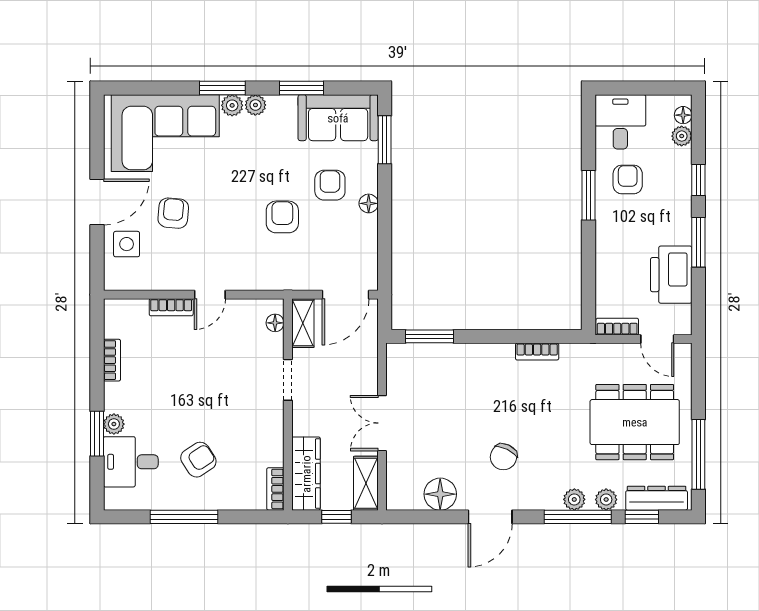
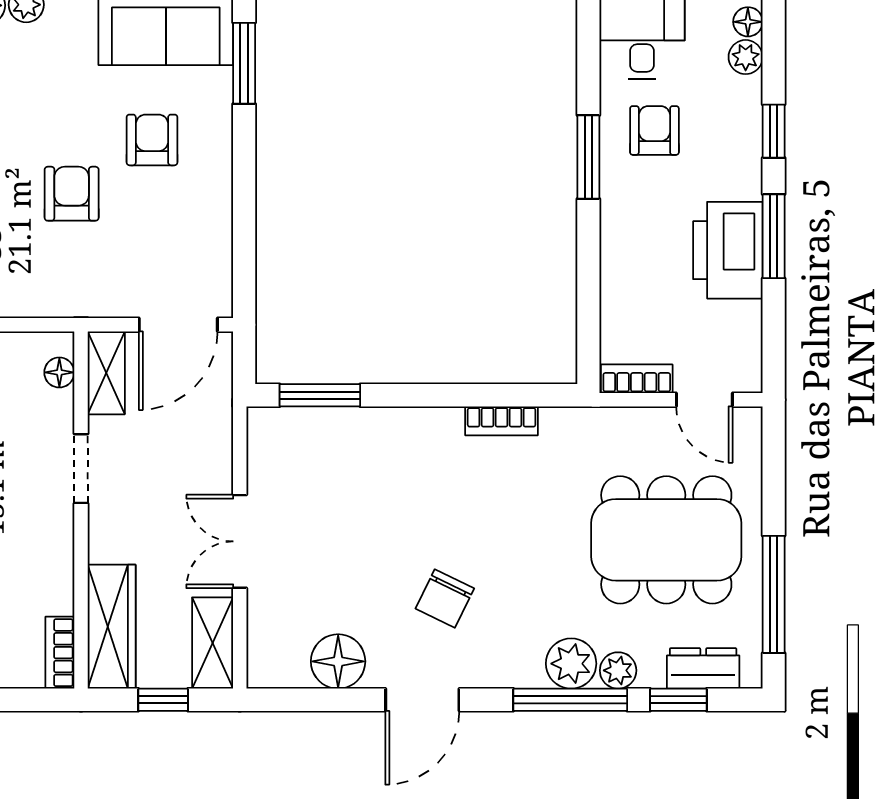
floor lamp: (369, 203) -> (217, 171), removed
printer: (671, 275) -> (728, 250), moved
dresser: (657, 498) -> (703, 668), width x0.70
plant: (574, 499) -> (571, 664), width x1.38, depth x1.38

